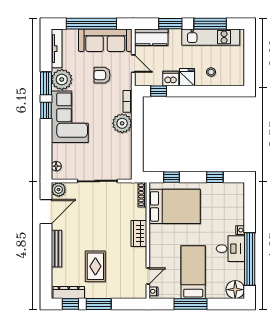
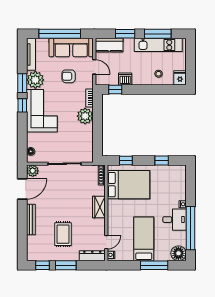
fridge: (187, 77) -> (180, 78), moved
dresser: (69, 293) -> (92, 256), moved
window: (190, 304) -> (154, 265), moved

